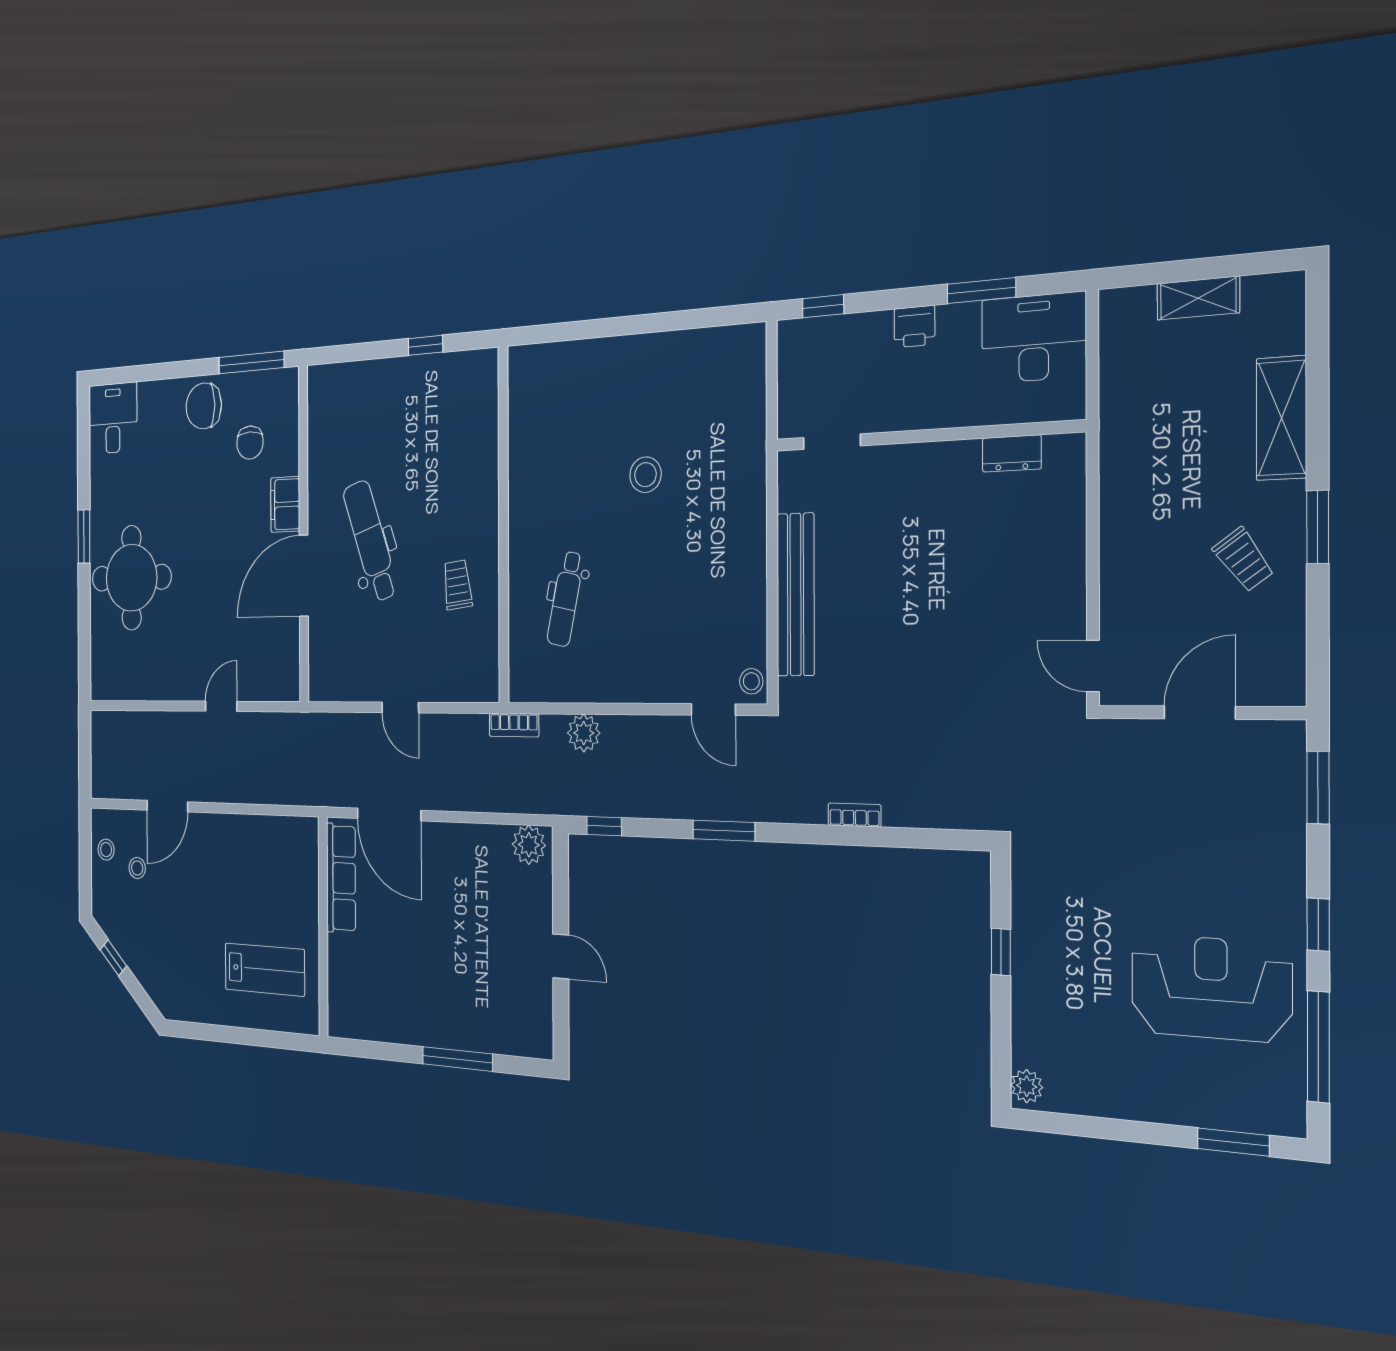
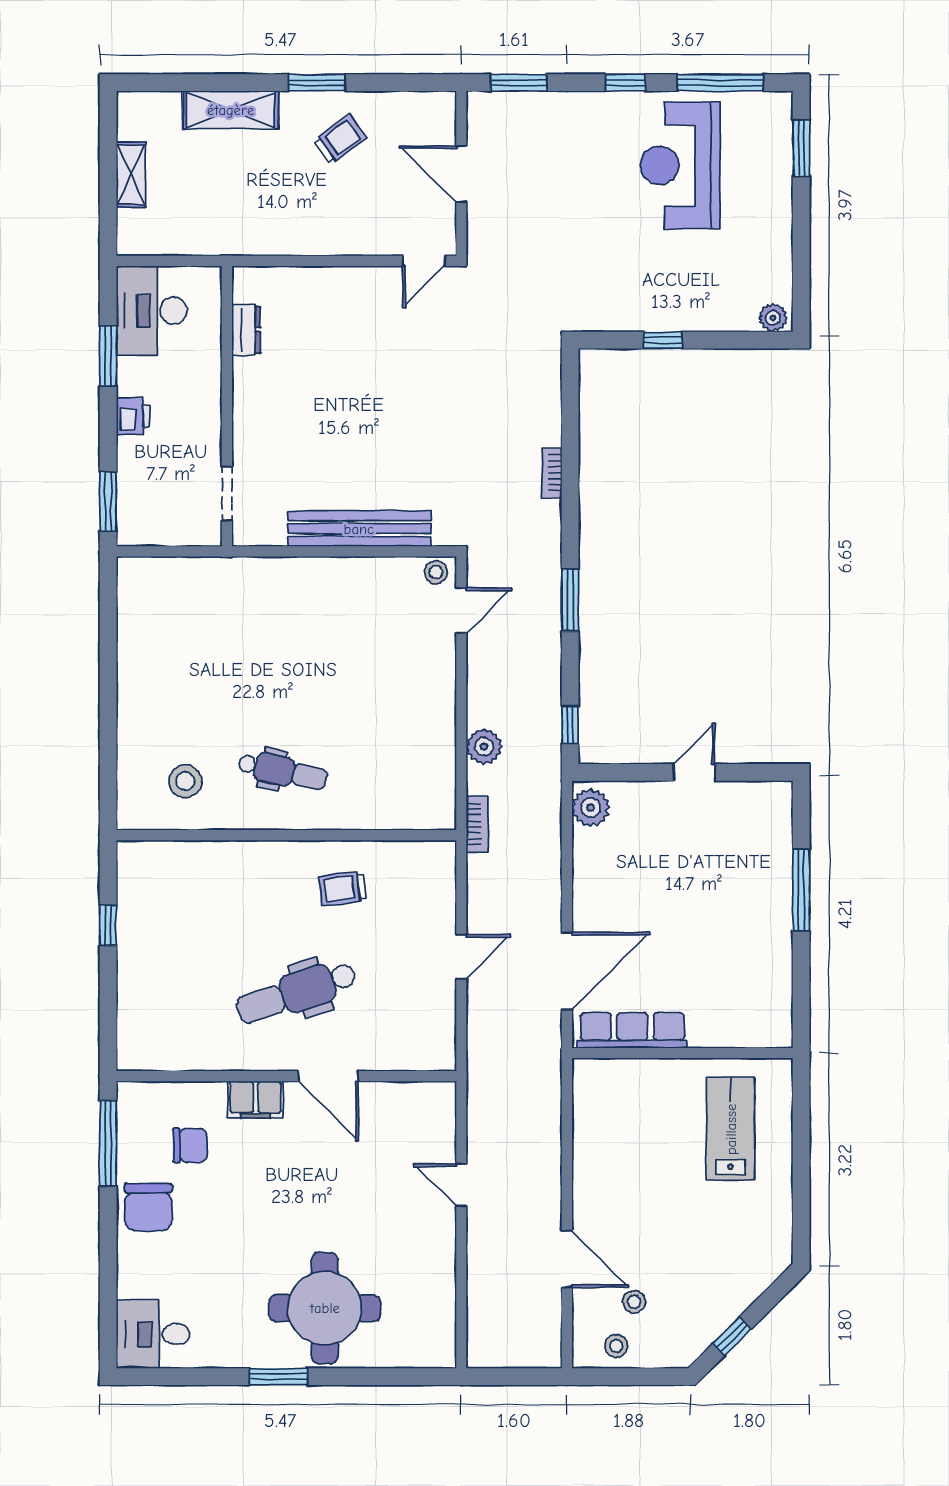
window: (823, 306) -> (108, 501), width x1.50
stool: (646, 475) -> (185, 781), moved
door: (304, 576) -> (329, 1076), width x0.73
dental chair: (565, 599) -> (283, 771), moved

